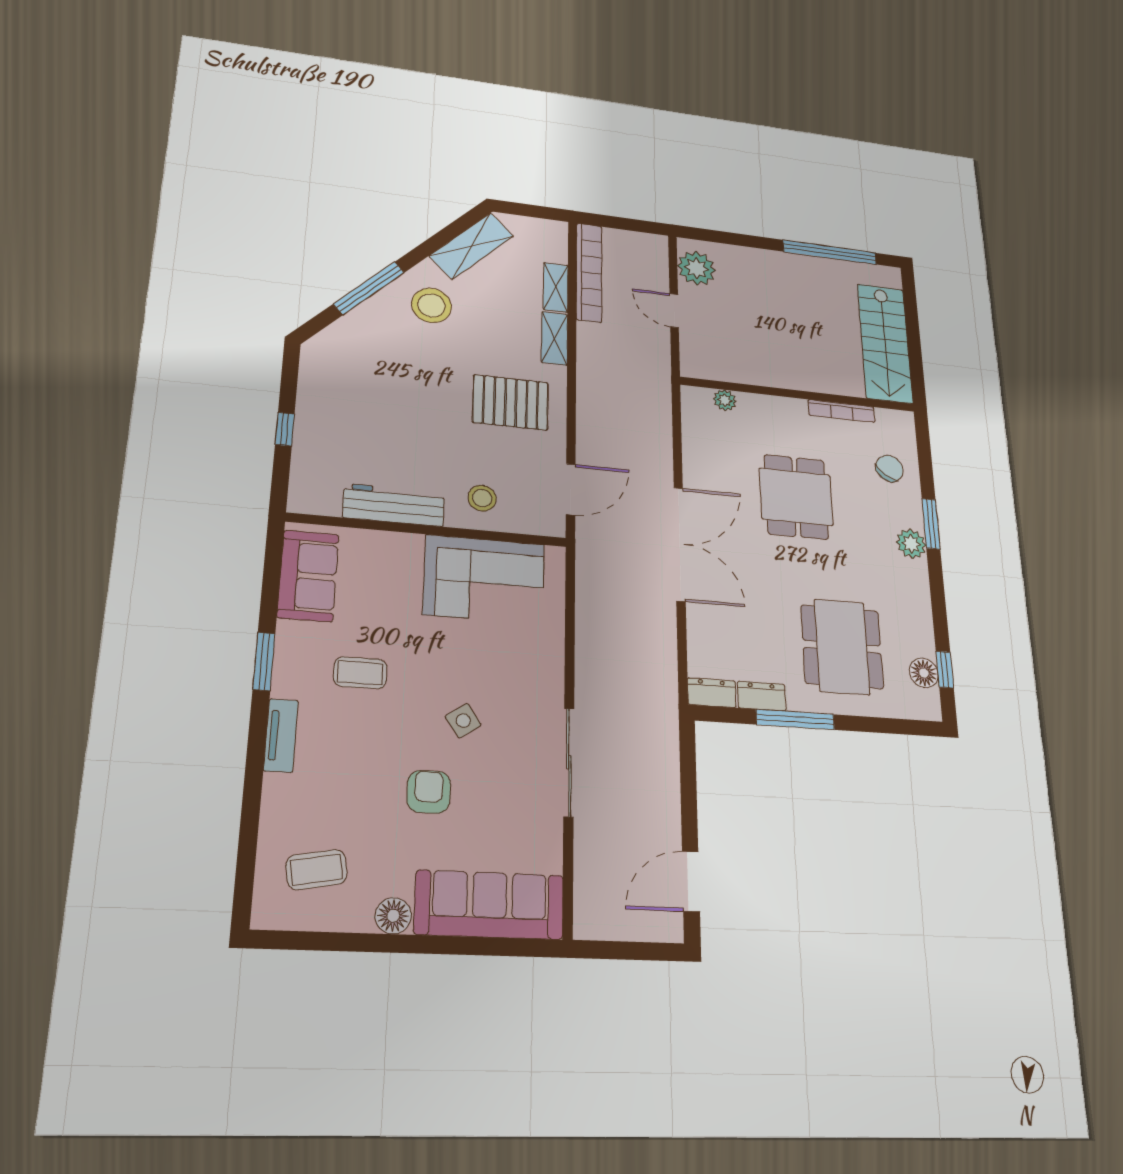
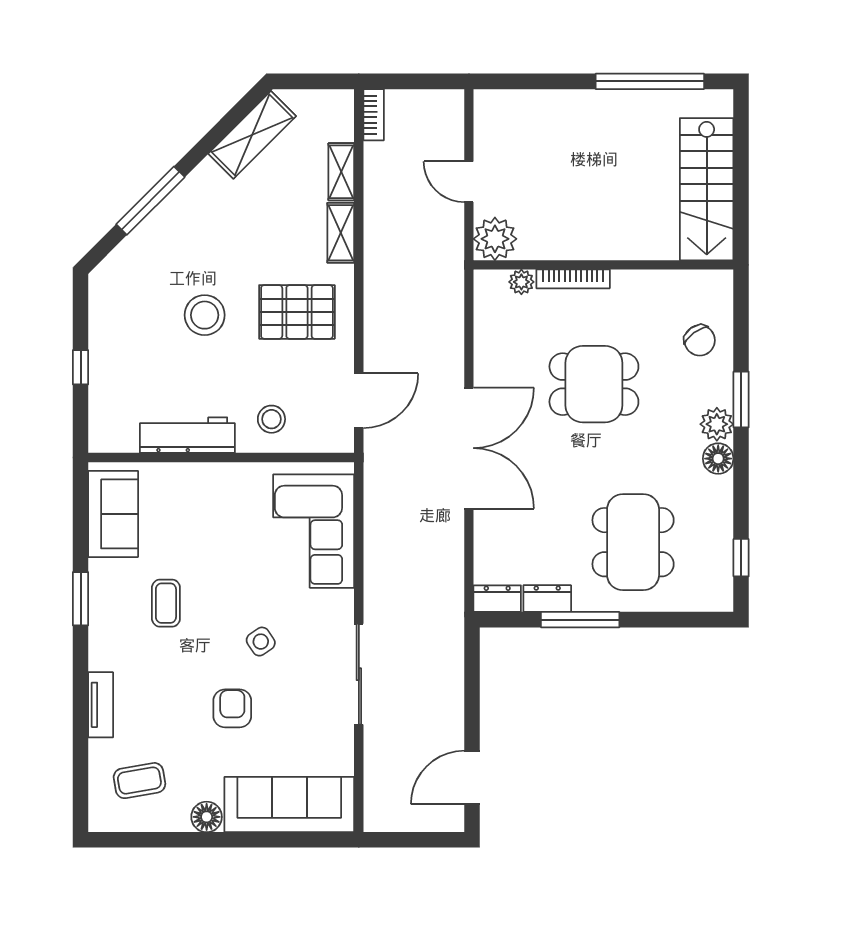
plant: (696, 268) -> (495, 239), moved
bookcase: (589, 272) -> (374, 115), width x0.43, depth x0.76
stool: (432, 305) -> (205, 315), moved
bookcase: (841, 411) -> (573, 279), moved
chair: (889, 468) -> (700, 340), turned 109
dining table: (796, 497) -> (594, 384), turned 90
corner sofa: (484, 579) -> (314, 531), moved, turned 90
coffee table: (360, 673) -> (166, 603), turned 90
floor lamp: (924, 673) -> (718, 459), moved
tv unit: (281, 735) -> (101, 705), moved

